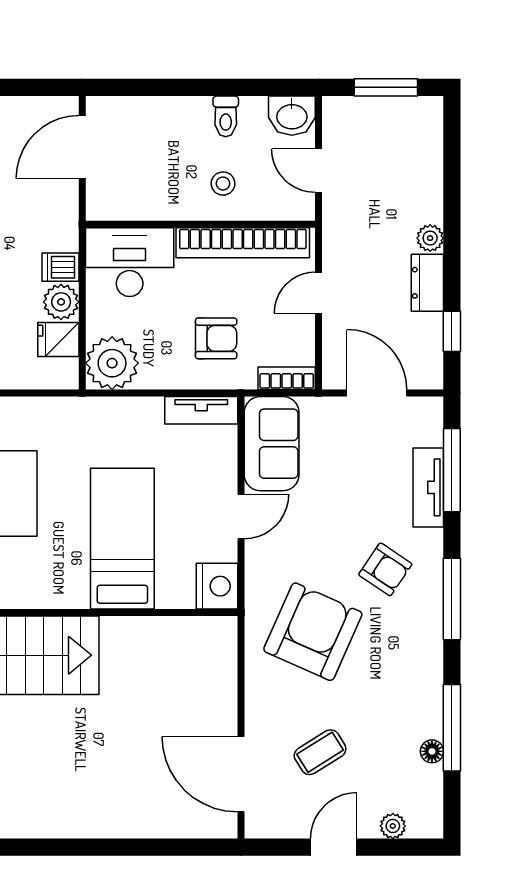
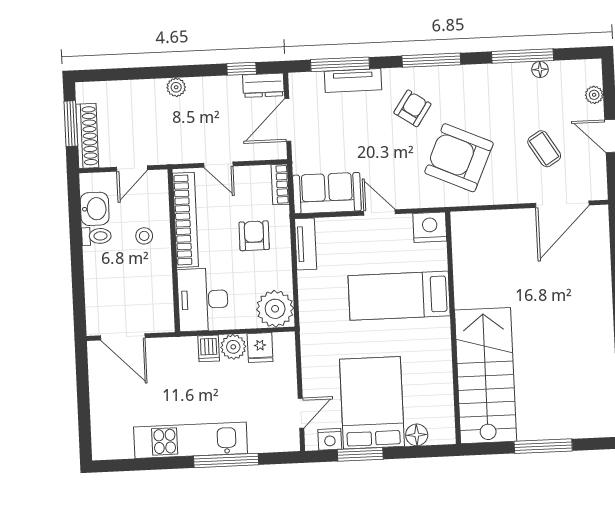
shoe rack: (367, 110) -> (87, 136), added
washbasin: (292, 116) -> (95, 209), moved
dresser: (427, 283) -> (263, 85), moved

